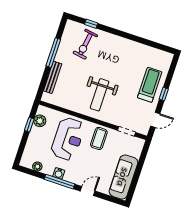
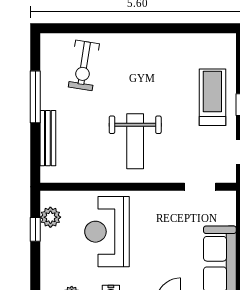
window: (91, 24) -> (82, 28), removed
coffee table: (99, 138) -> (158, 214), removed
reception desk: (68, 139) -> (107, 232), turned 180

